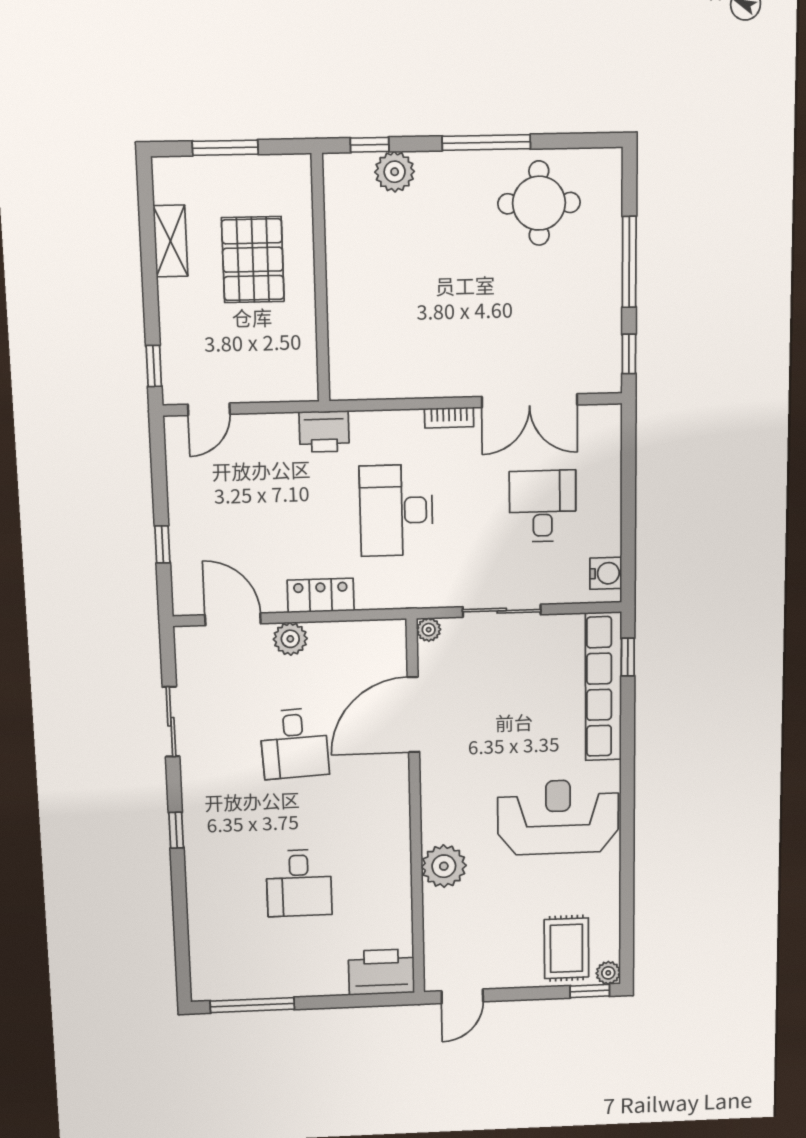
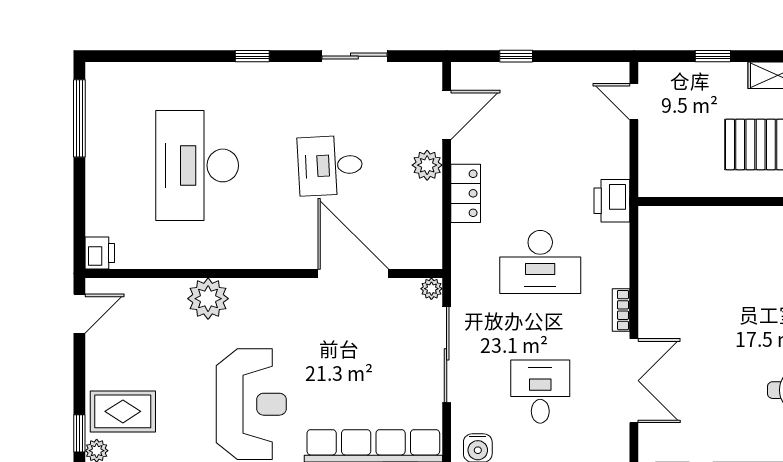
window: (154, 366) -> (713, 56), moved
double door: (530, 401) -> (634, 381), swing flipped
desk: (543, 506) -> (540, 392), turned -90
desk: (396, 510) -> (540, 262), turned 180
sliding door: (502, 611) -> (447, 354), width x1.37
desk: (299, 883) -> (197, 165), width x1.87, depth x1.30
printer: (381, 972) -> (100, 253), width x0.53, depth x0.68
door: (462, 996) -> (79, 314), swing flipped

